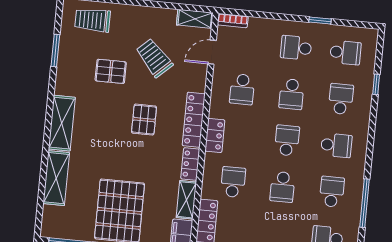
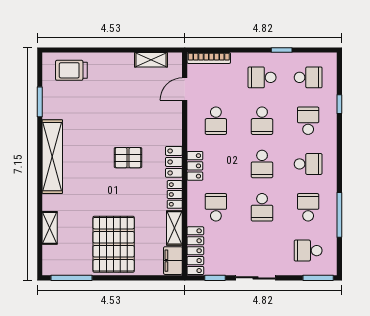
shelving: (195, 19) -> (151, 60), moved
bookcase: (233, 21) -> (209, 58), width x1.56
trolley: (154, 58) -> (132, 100), removed
pallet: (111, 71) -> (93, 116), removed
pallet: (144, 120) -> (128, 158), turned 90
locker: (194, 120) -> (174, 162), width x0.66
shelving: (62, 123) -> (52, 157), width x1.47
school desk: (287, 141) -> (262, 164), turned 180
shelving: (56, 178) -> (50, 228), width x0.67, depth x0.75

